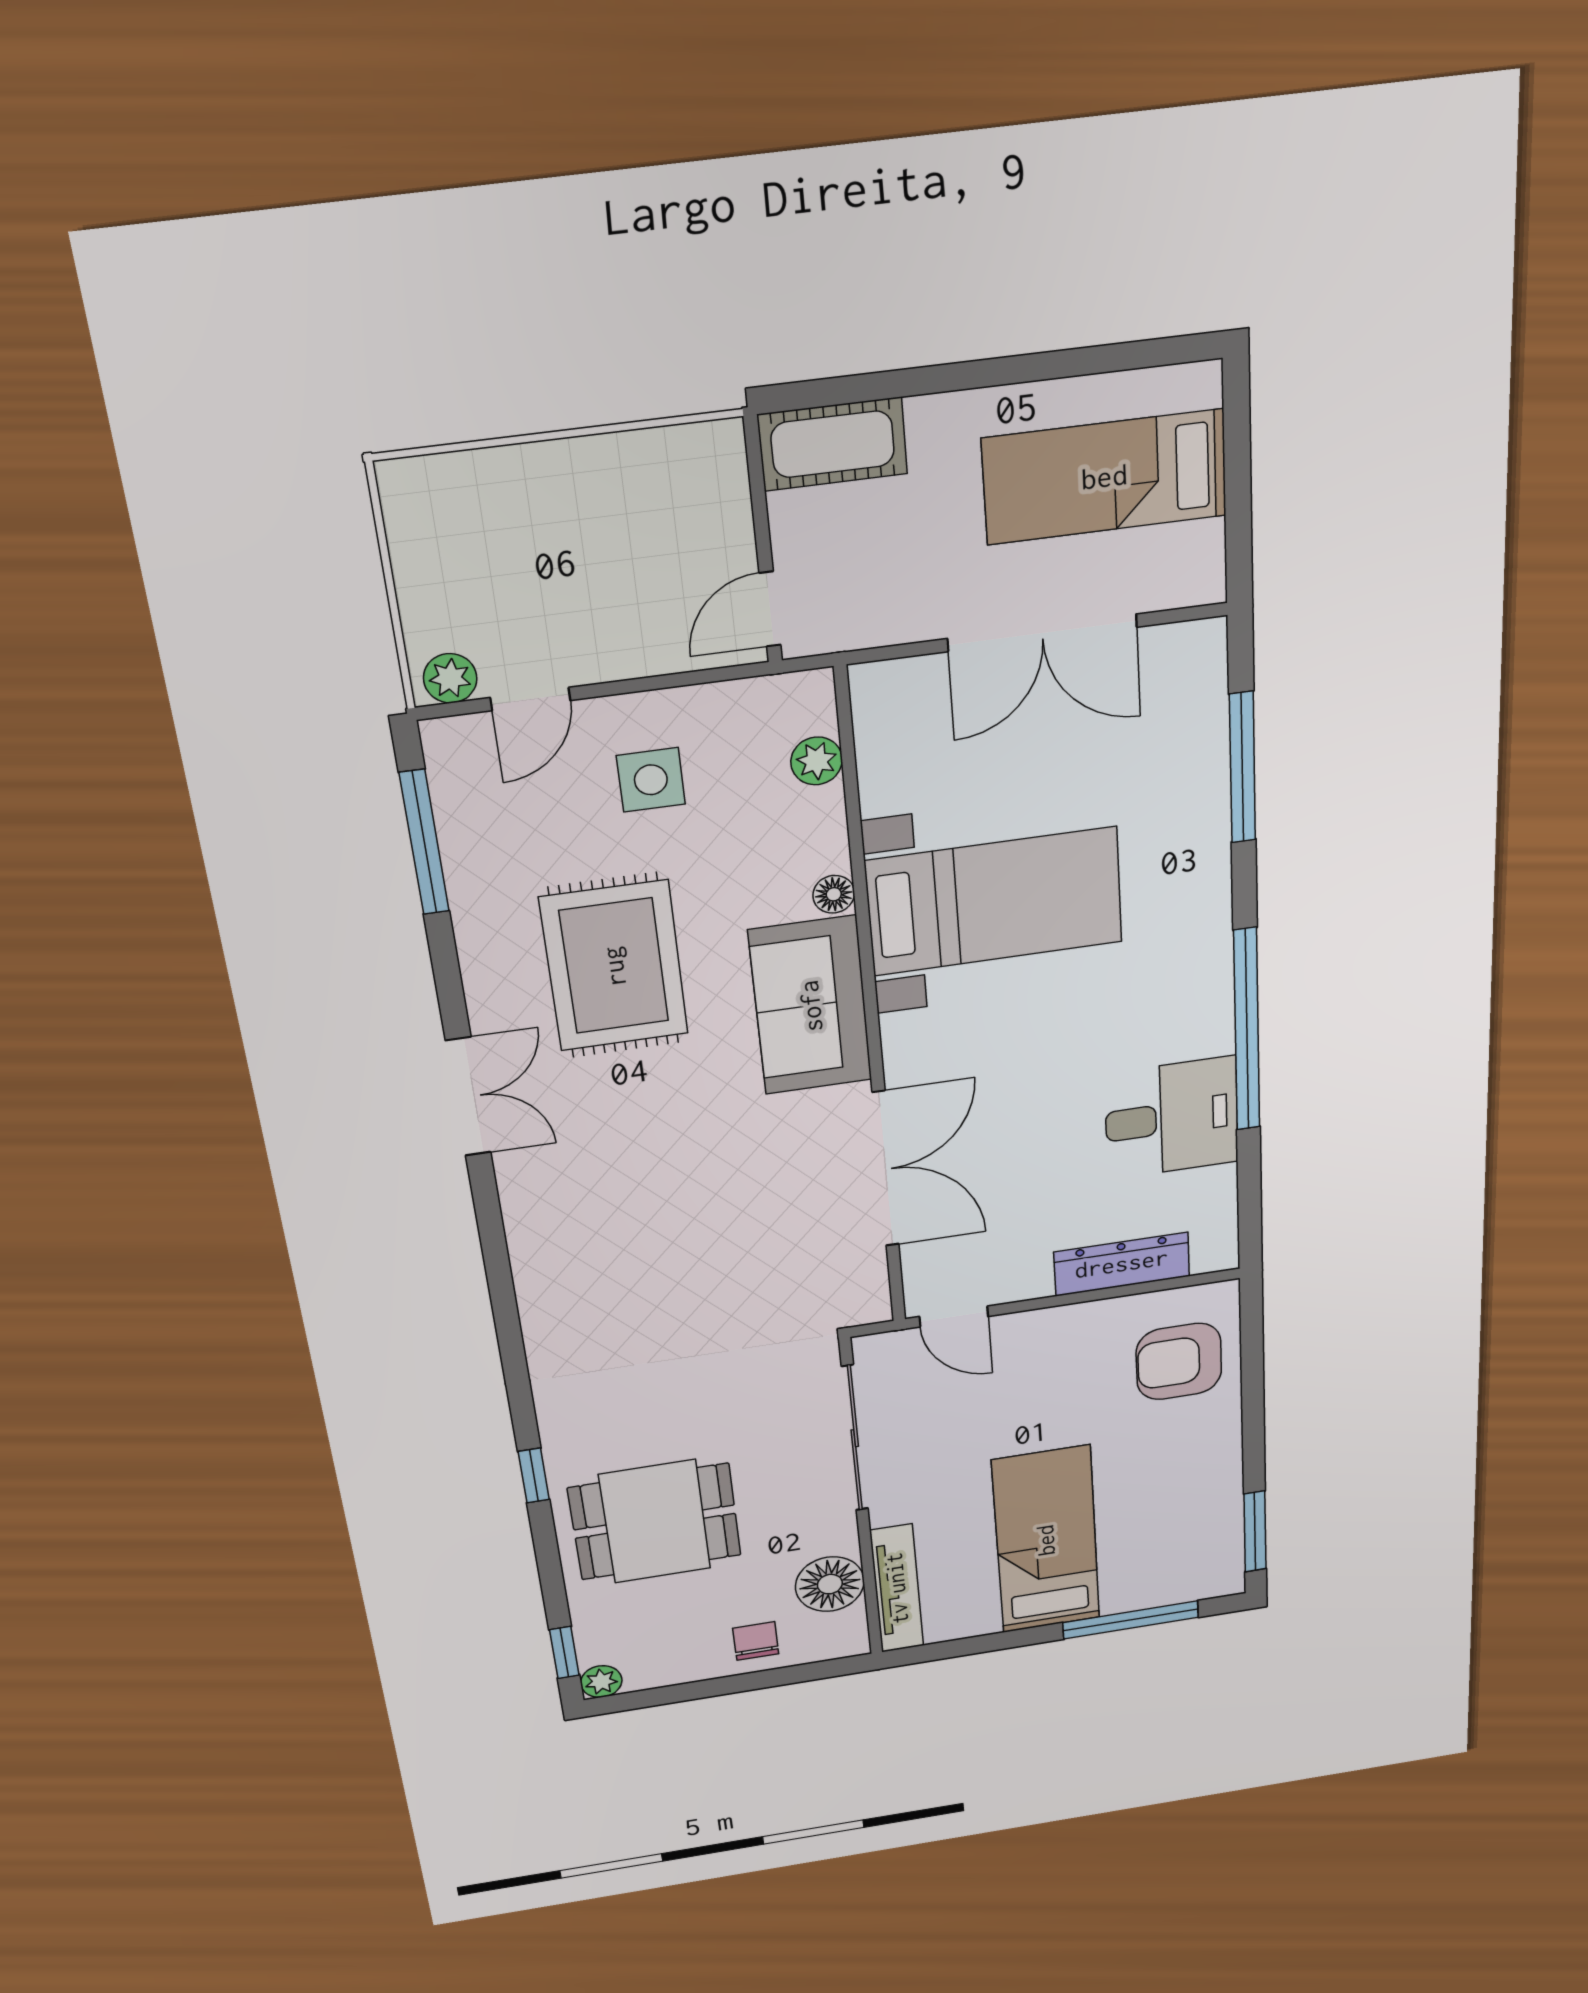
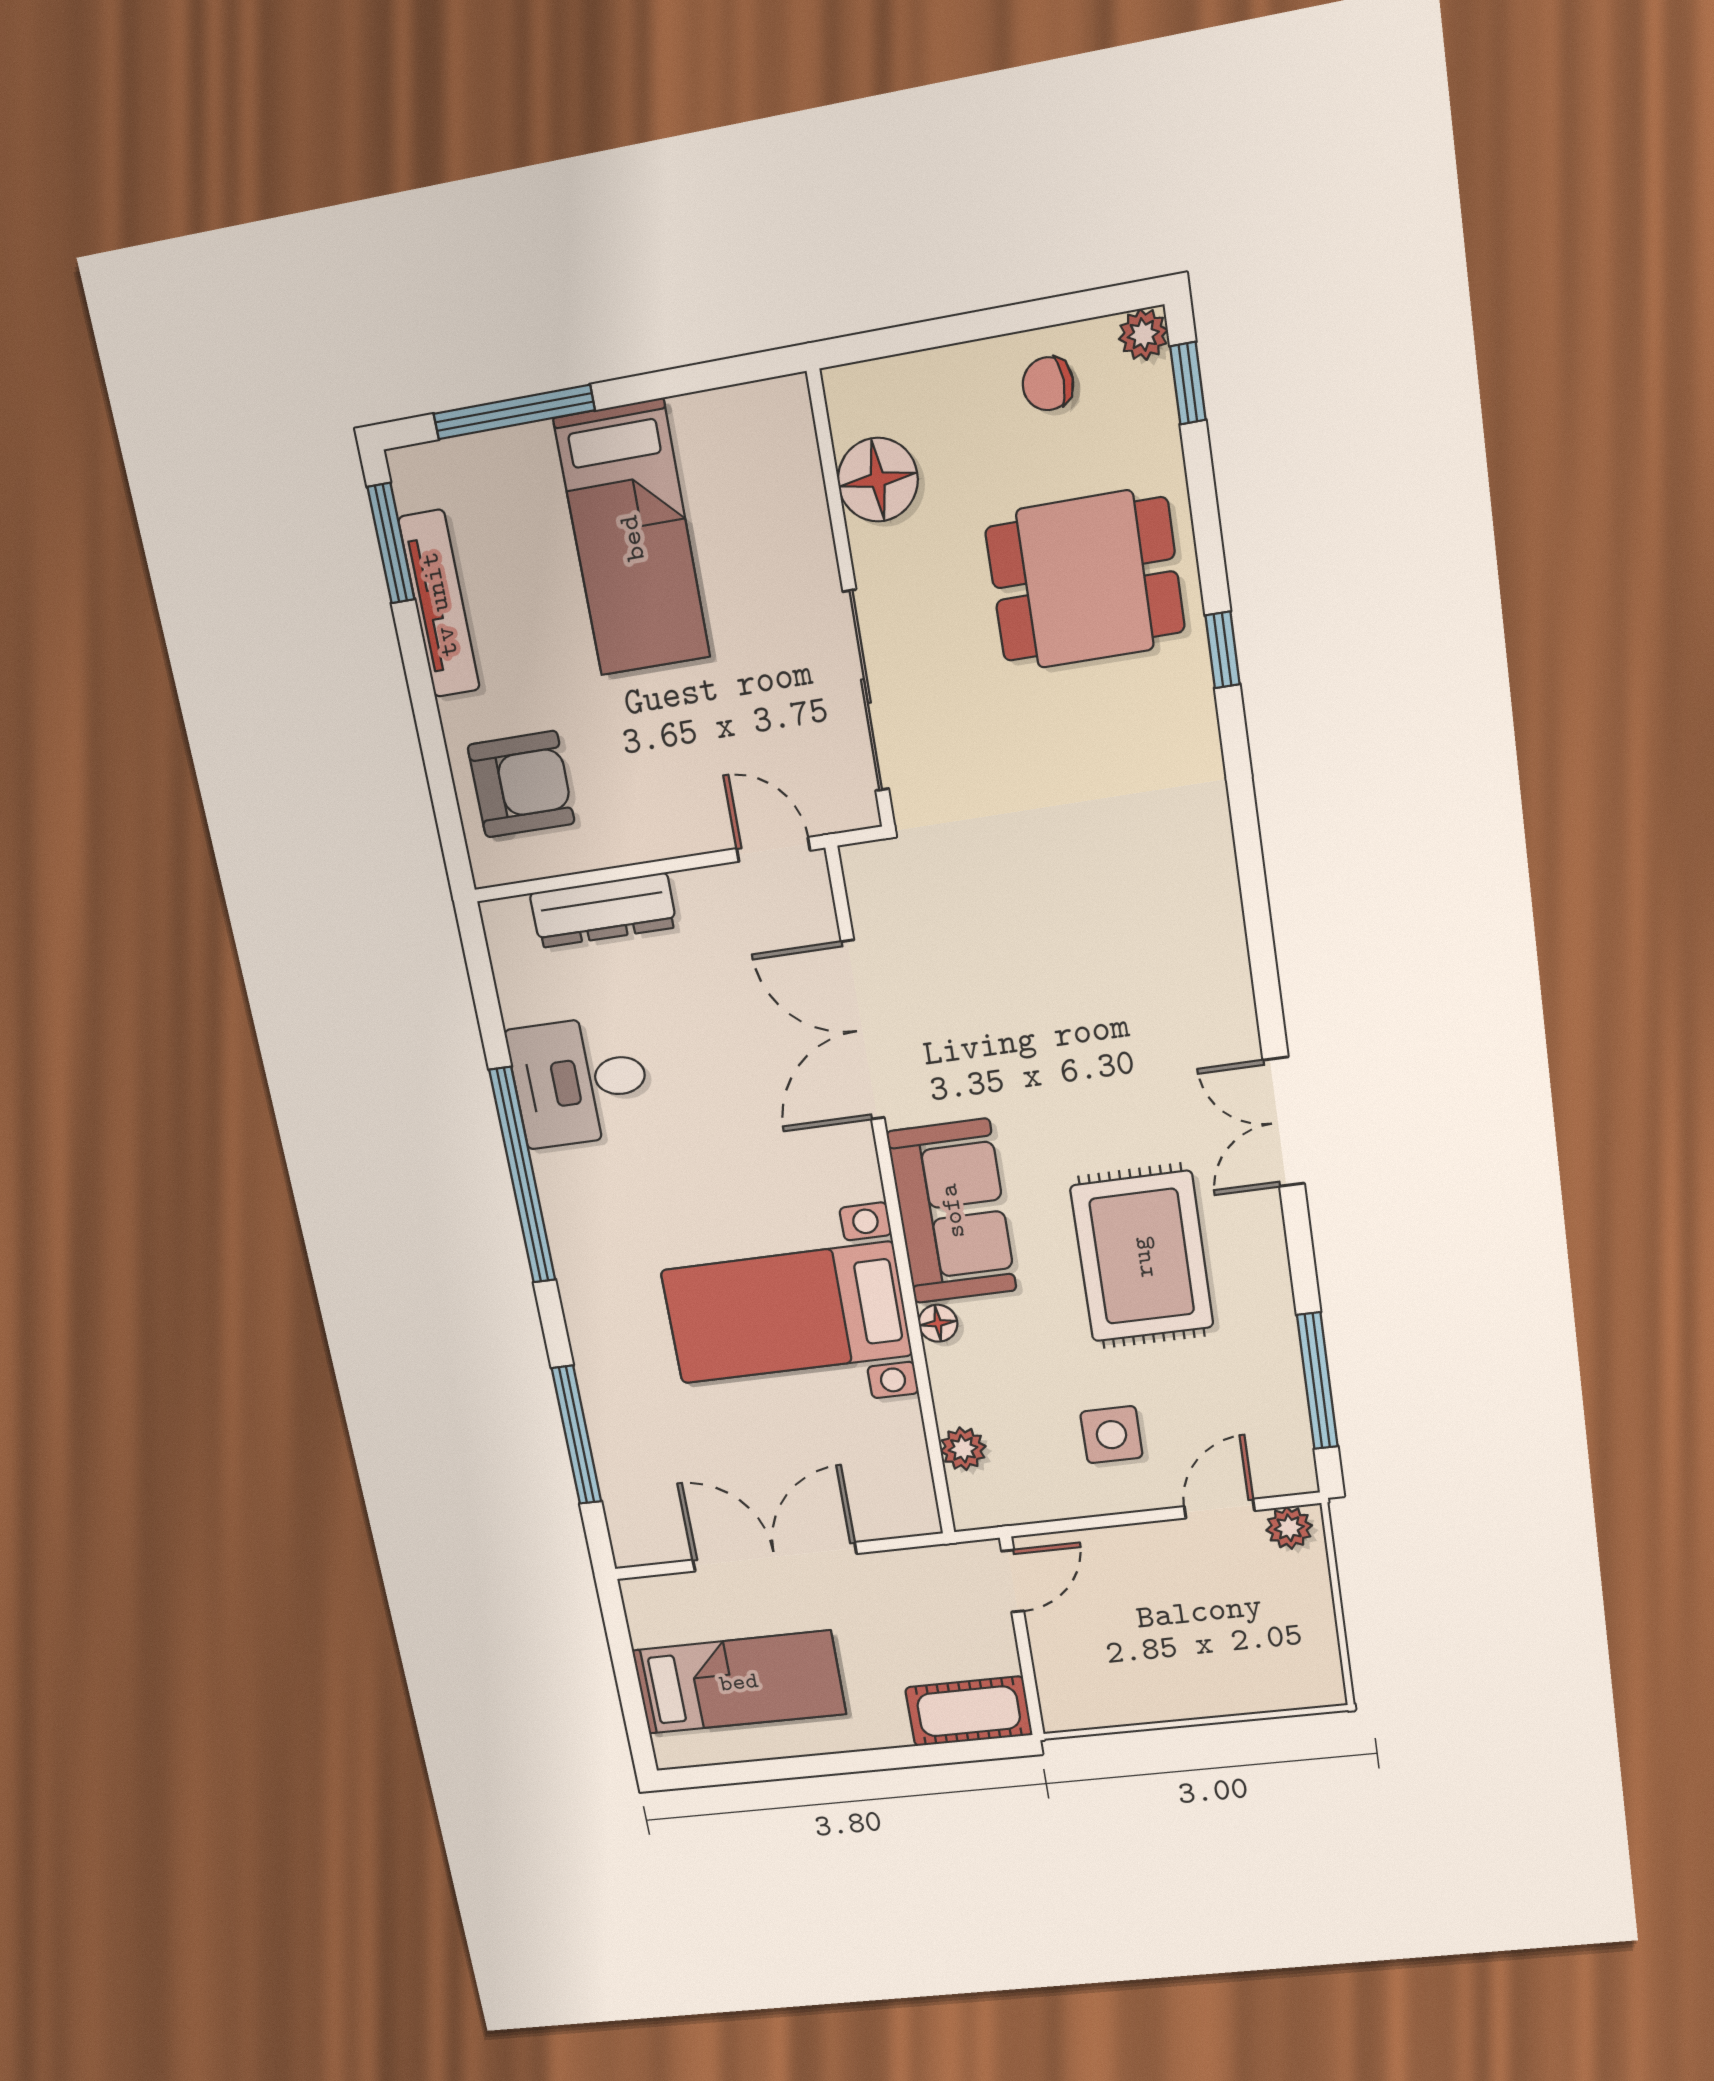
tv unit: (897, 1588) -> (439, 604), moved, turned 180
chair: (756, 1641) -> (1048, 384), moved, turned 87

